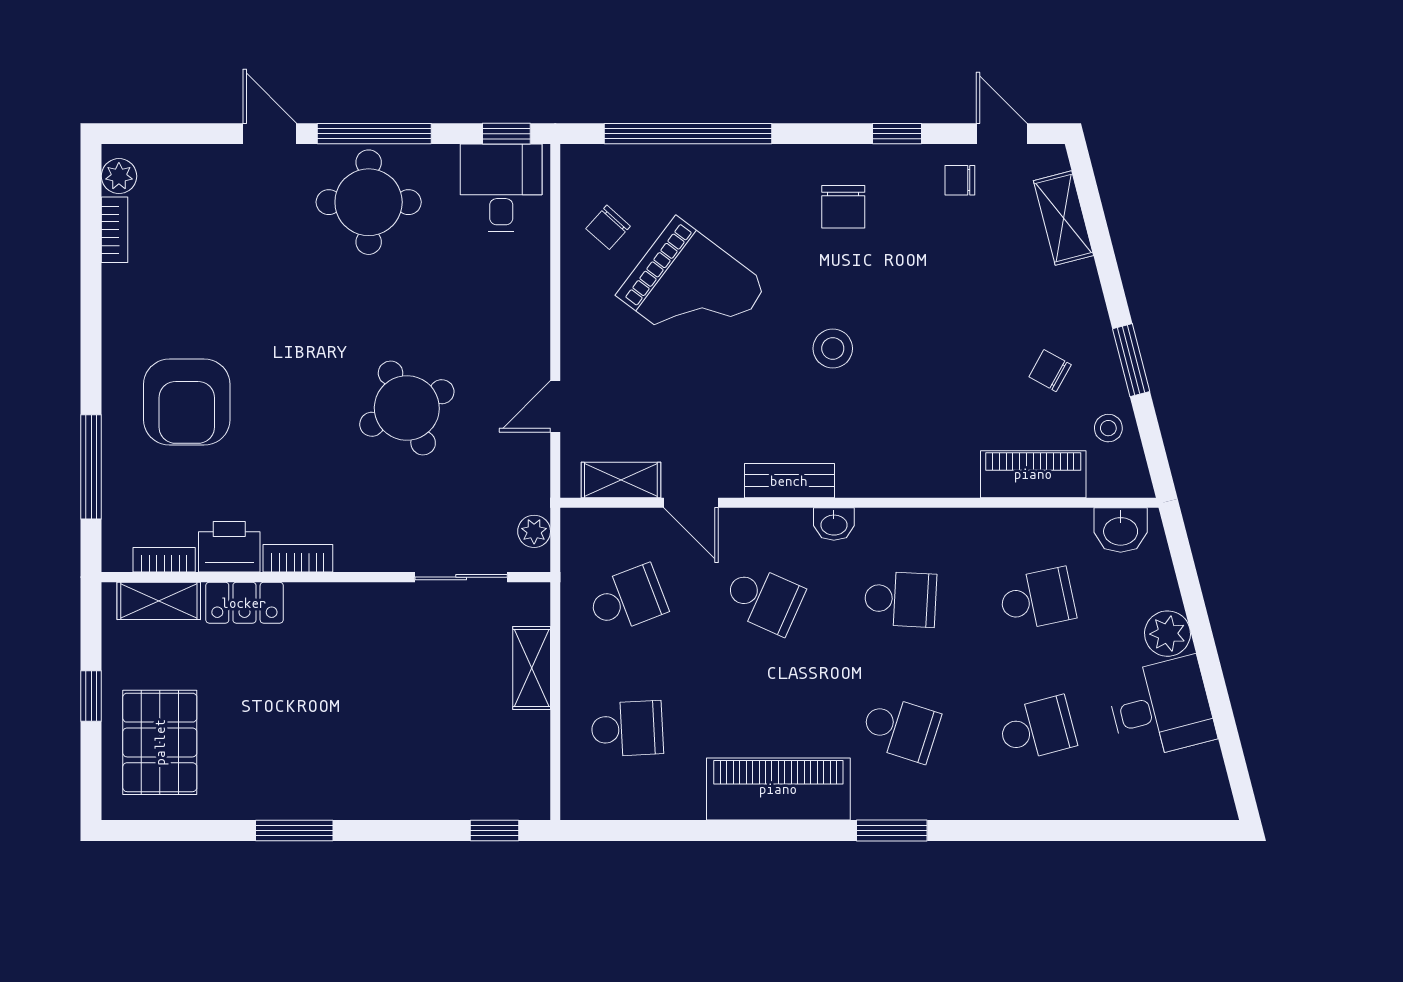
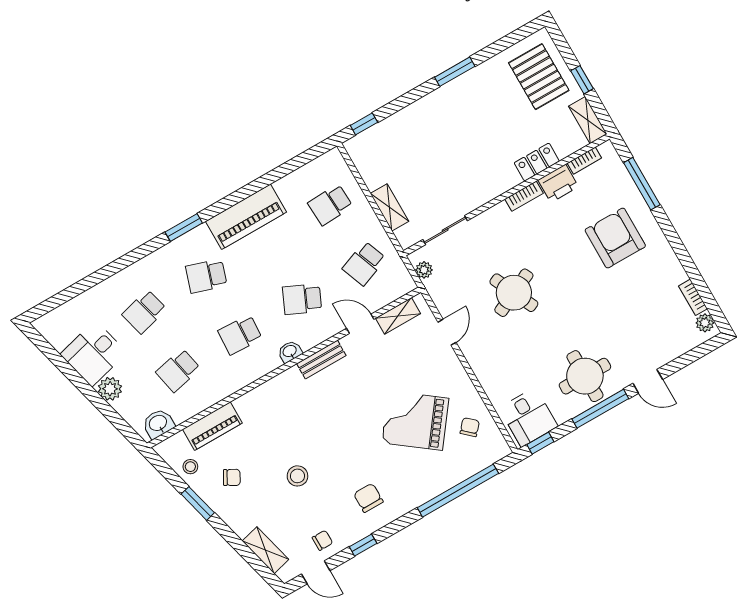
stool: (833, 348) -> (297, 476), moved
shelving: (159, 601) -> (588, 120), moved, turned 90

